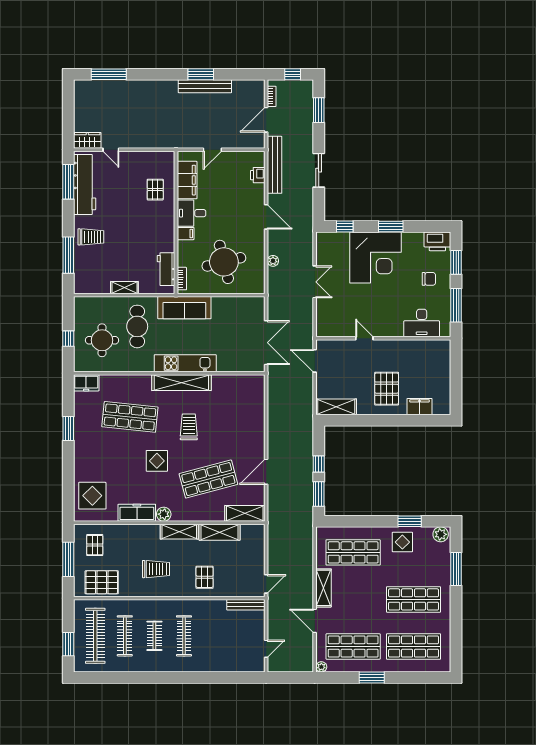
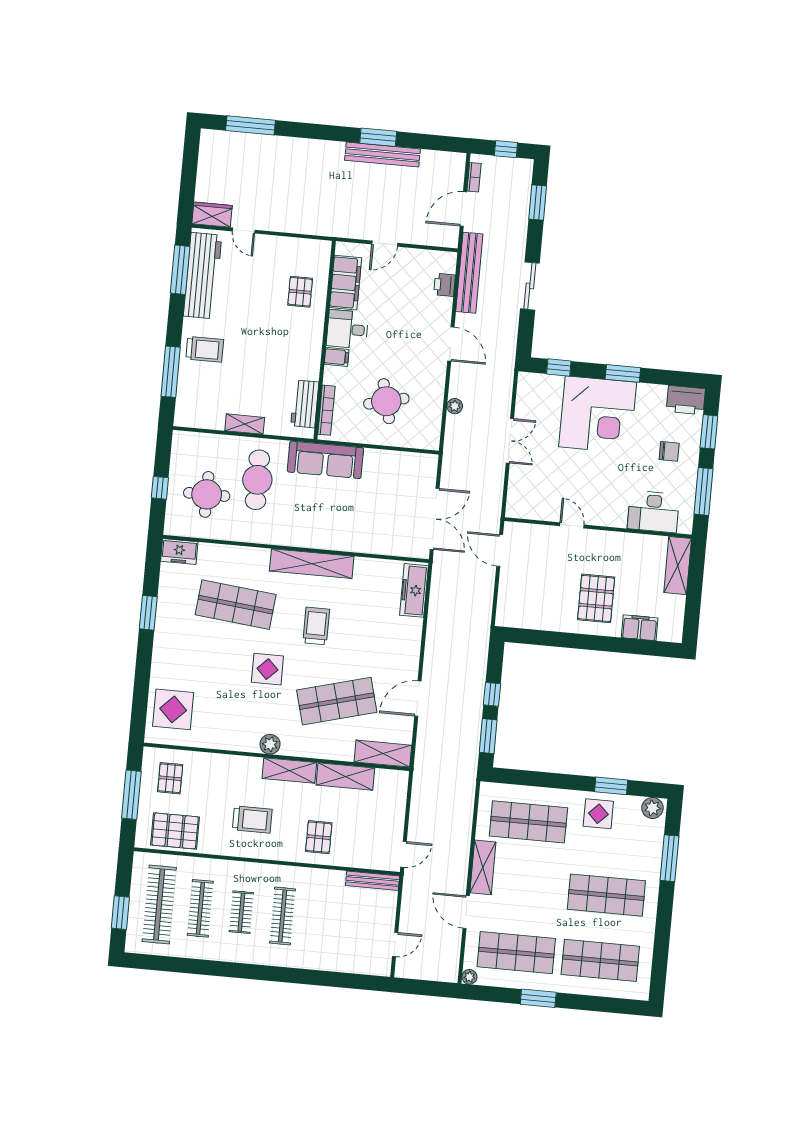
round table: (224, 262) -> (386, 401), width x0.73, depth x0.73
bookcase: (182, 279) -> (326, 410), width x1.56
kitchen unit: (185, 363) -> (319, 537), removed
shelving: (336, 407) -> (678, 566), moved, turned 90
freezer: (137, 513) -> (414, 590), moved, turned -90

